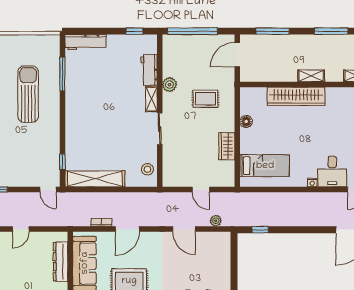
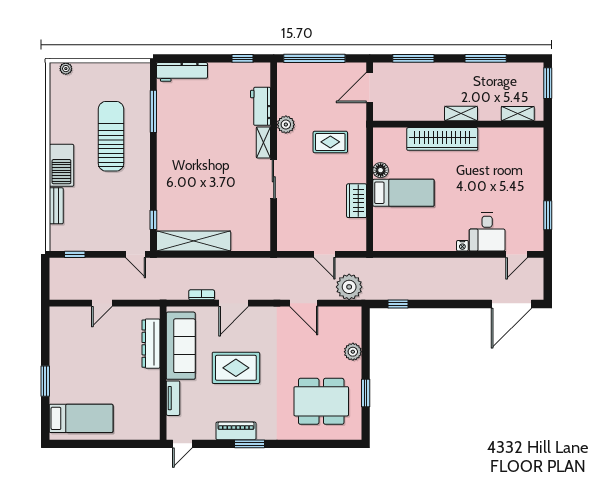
bed: (265, 166) -> (403, 193), moved
stool: (147, 169) -> (259, 229), removed
plant: (216, 221) -> (349, 287), width x1.87, depth x1.87
plant: (224, 268) -> (353, 352), added

